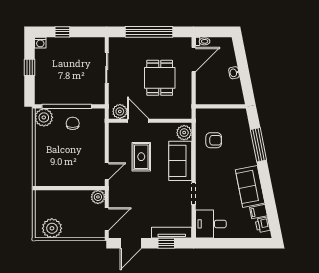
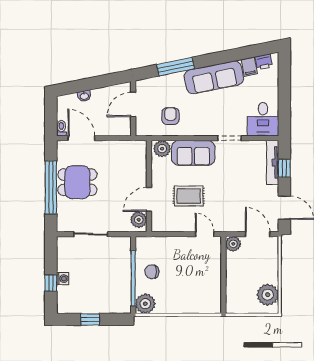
washing machine: (40, 43) -> (63, 279), moved
washbasin: (234, 73) -> (84, 96), moved
dining table: (160, 78) -> (77, 182), moved
door: (224, 106) -> (133, 104), added
sofa: (250, 186) -> (214, 77), width x1.36

